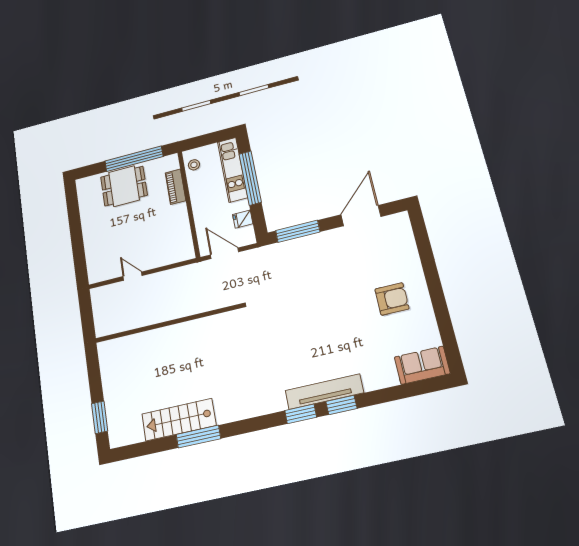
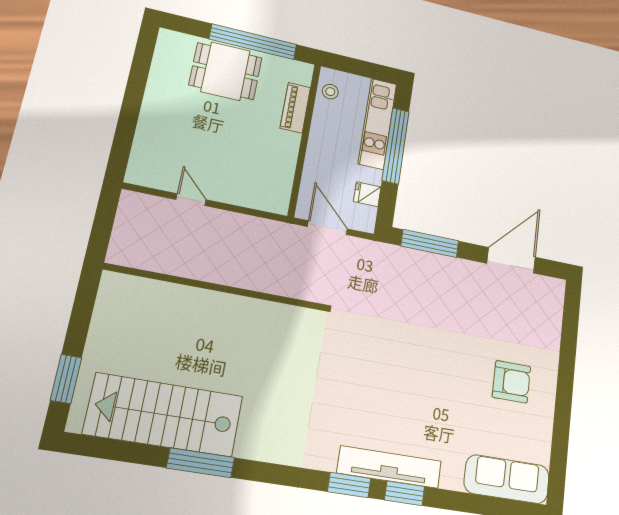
sofa: (422, 365) -> (507, 479), width x1.36
stairs: (179, 420) -> (164, 415), width x1.36, depth x1.51

